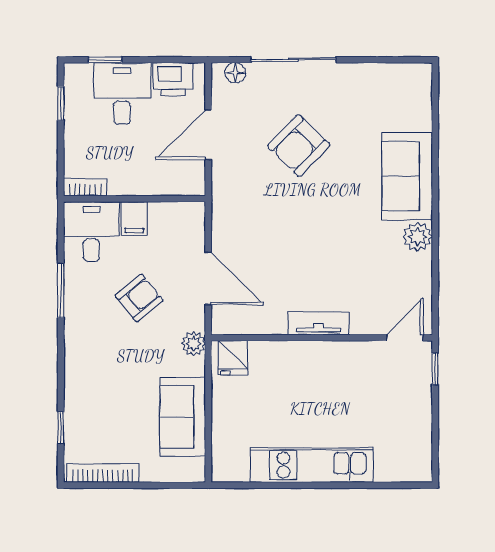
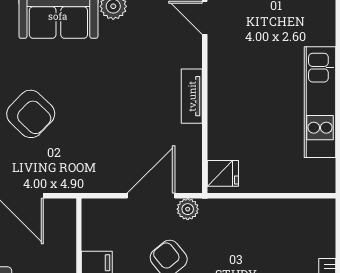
plant: (194, 344) -> (188, 209), moved
sofa: (183, 417) -> (276, 219), removed

